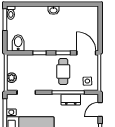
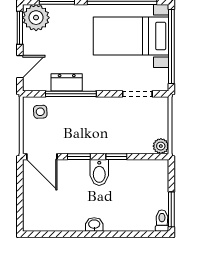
bidet: (18, 43) -> (99, 172), moved
cafe table: (63, 71) -> (79, 127), removed
plant: (12, 78) -> (161, 146), moved

